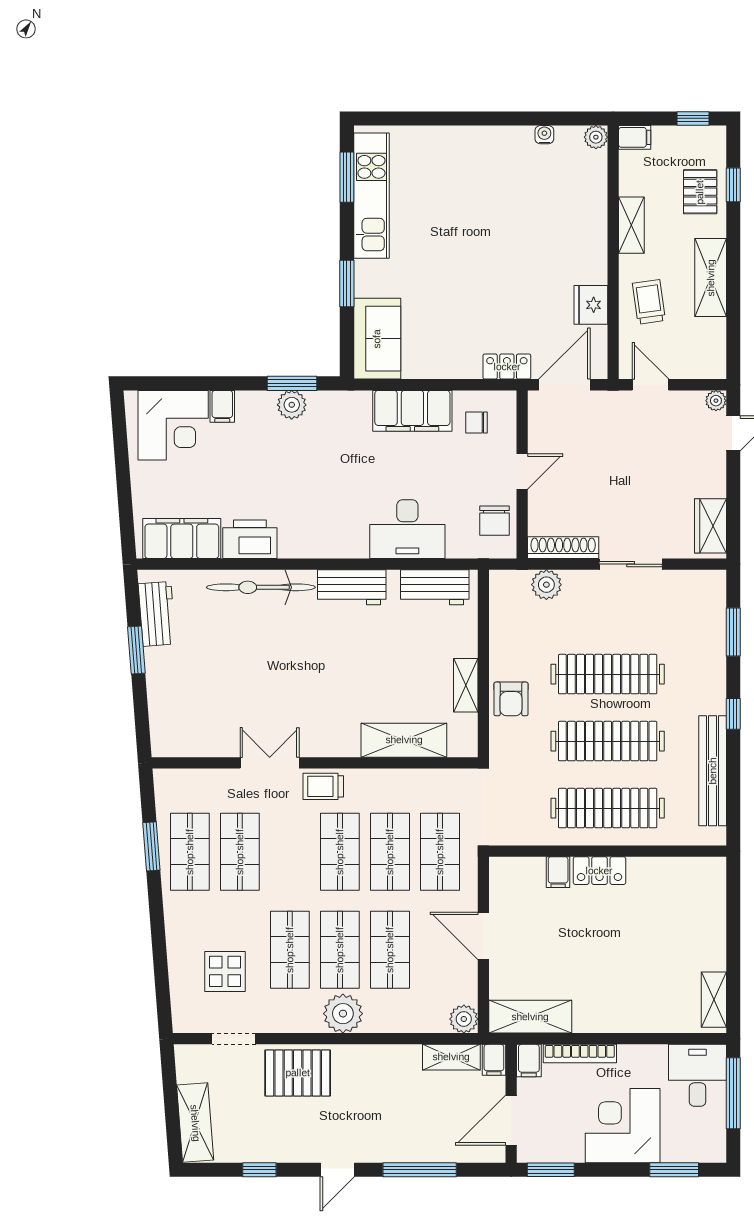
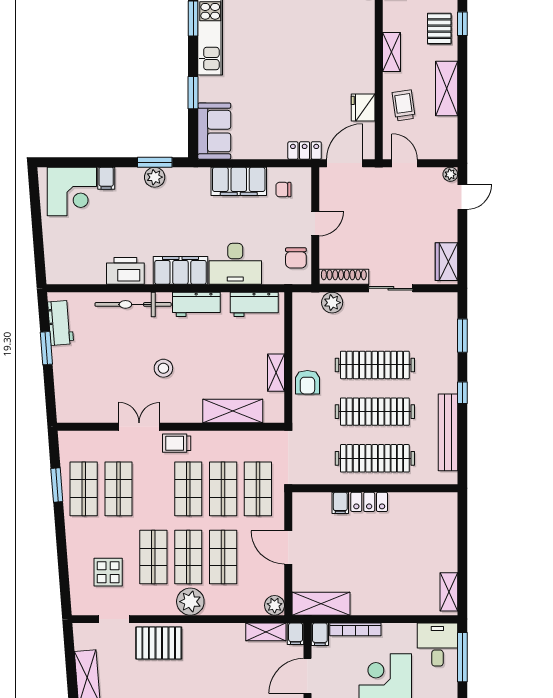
filing cabinet: (182, 538) -> (180, 270), moved
stool: (304, 679) -> (163, 368), added

